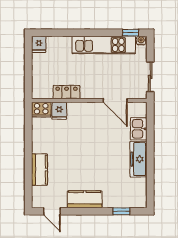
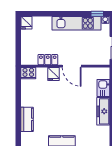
door: (115, 100) -> (72, 66), moved
fridge: (59, 111) -> (54, 74), moved

